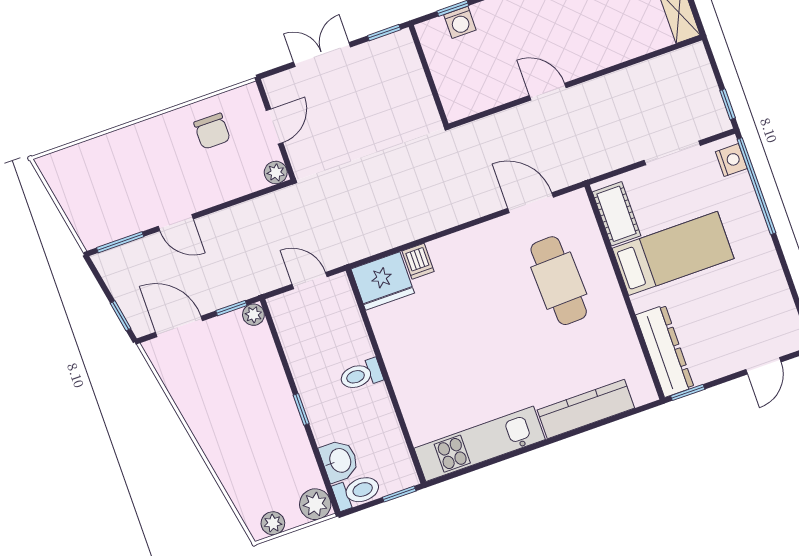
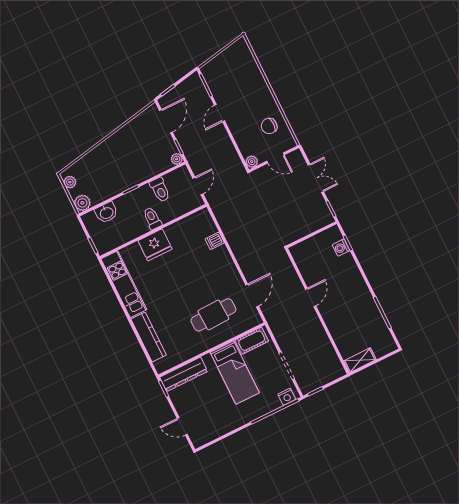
fridge: (383, 281) -> (155, 245), moved, turned -90
toilet: (357, 492) -> (160, 190), moved

